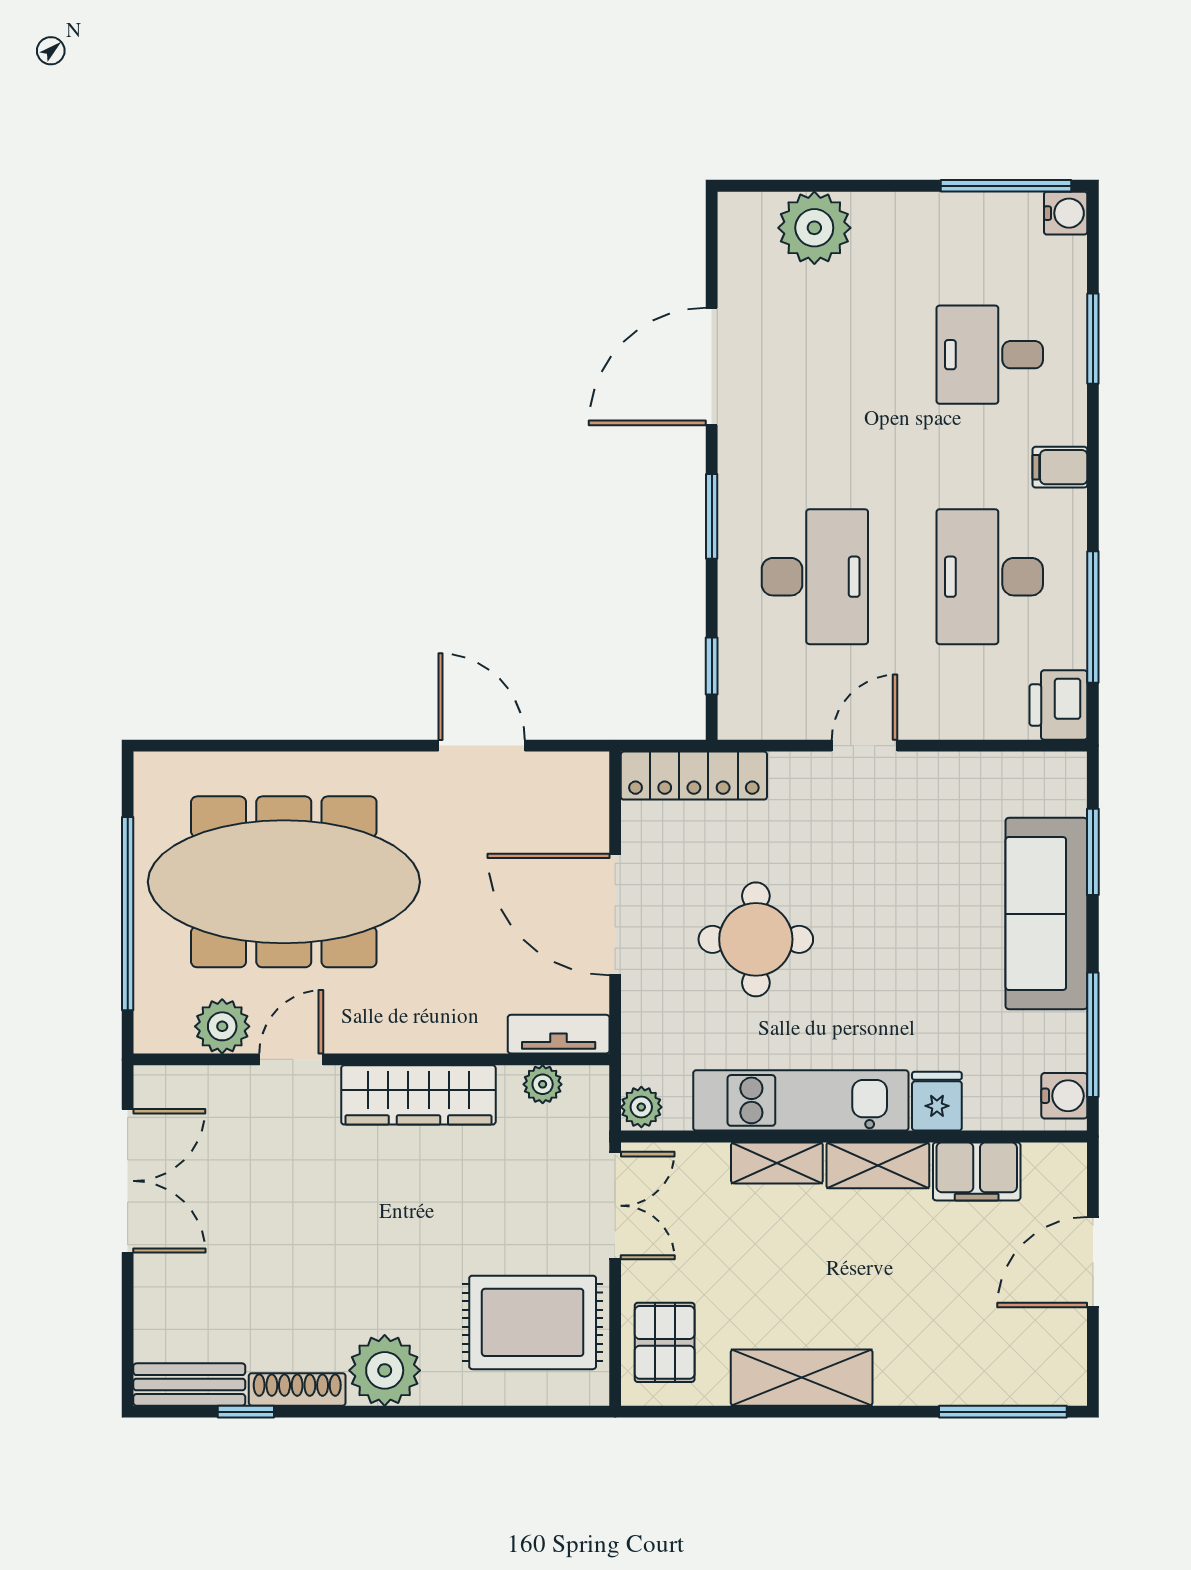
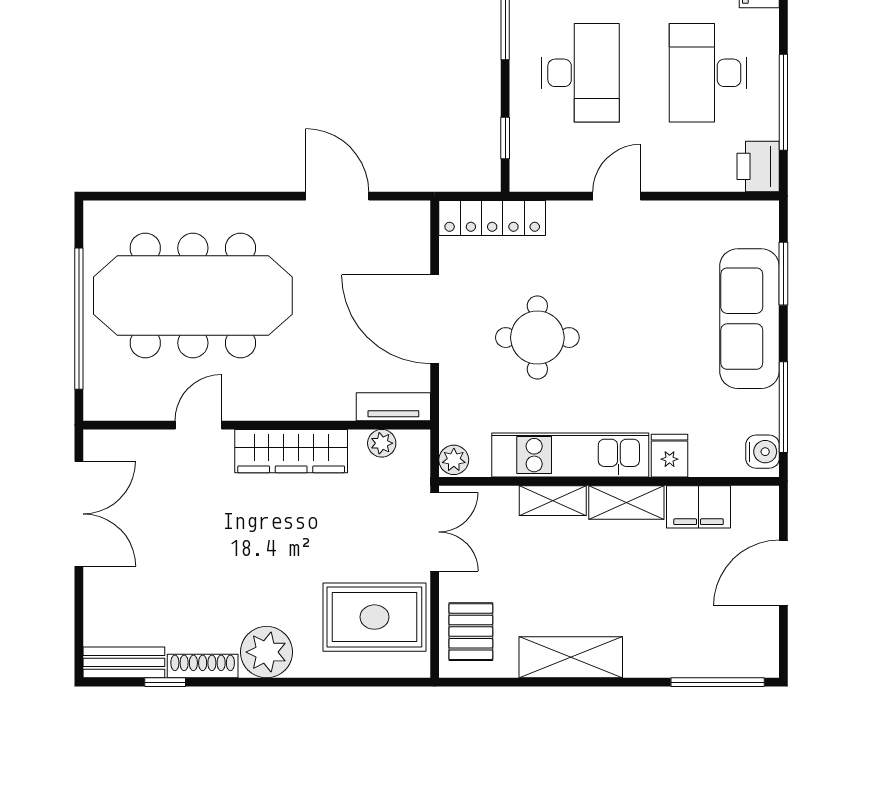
plant: (222, 1026) -> (148, 401), removed

